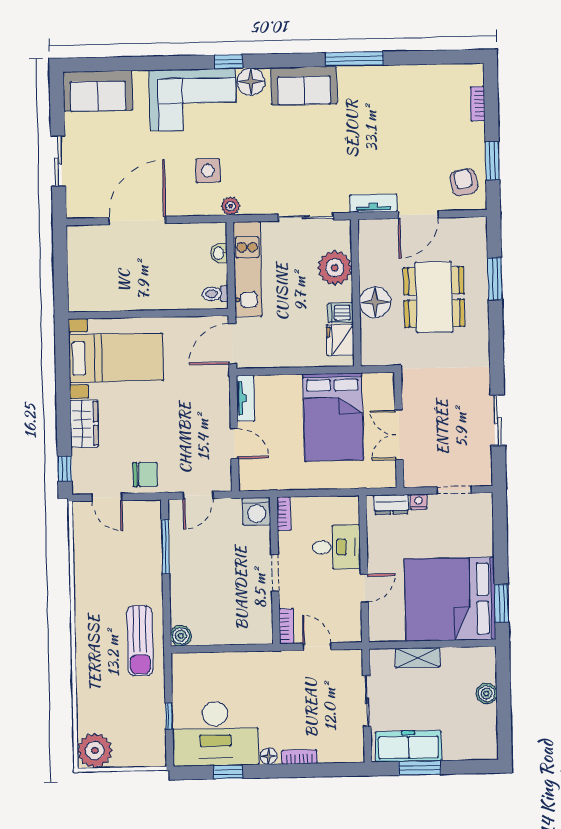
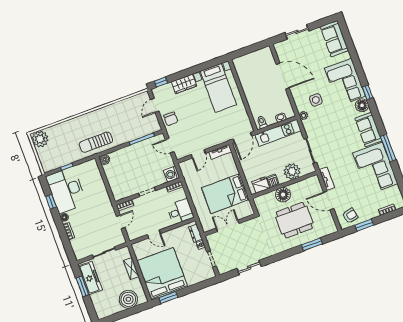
corner sofa: (386, 99) -> (375, 168), added
door: (232, 344) -> (242, 138), swing flipped
desk: (336, 547) -> (180, 212), moved, turned -90
boiler: (487, 694) -> (128, 299), width x1.86, depth x1.86

